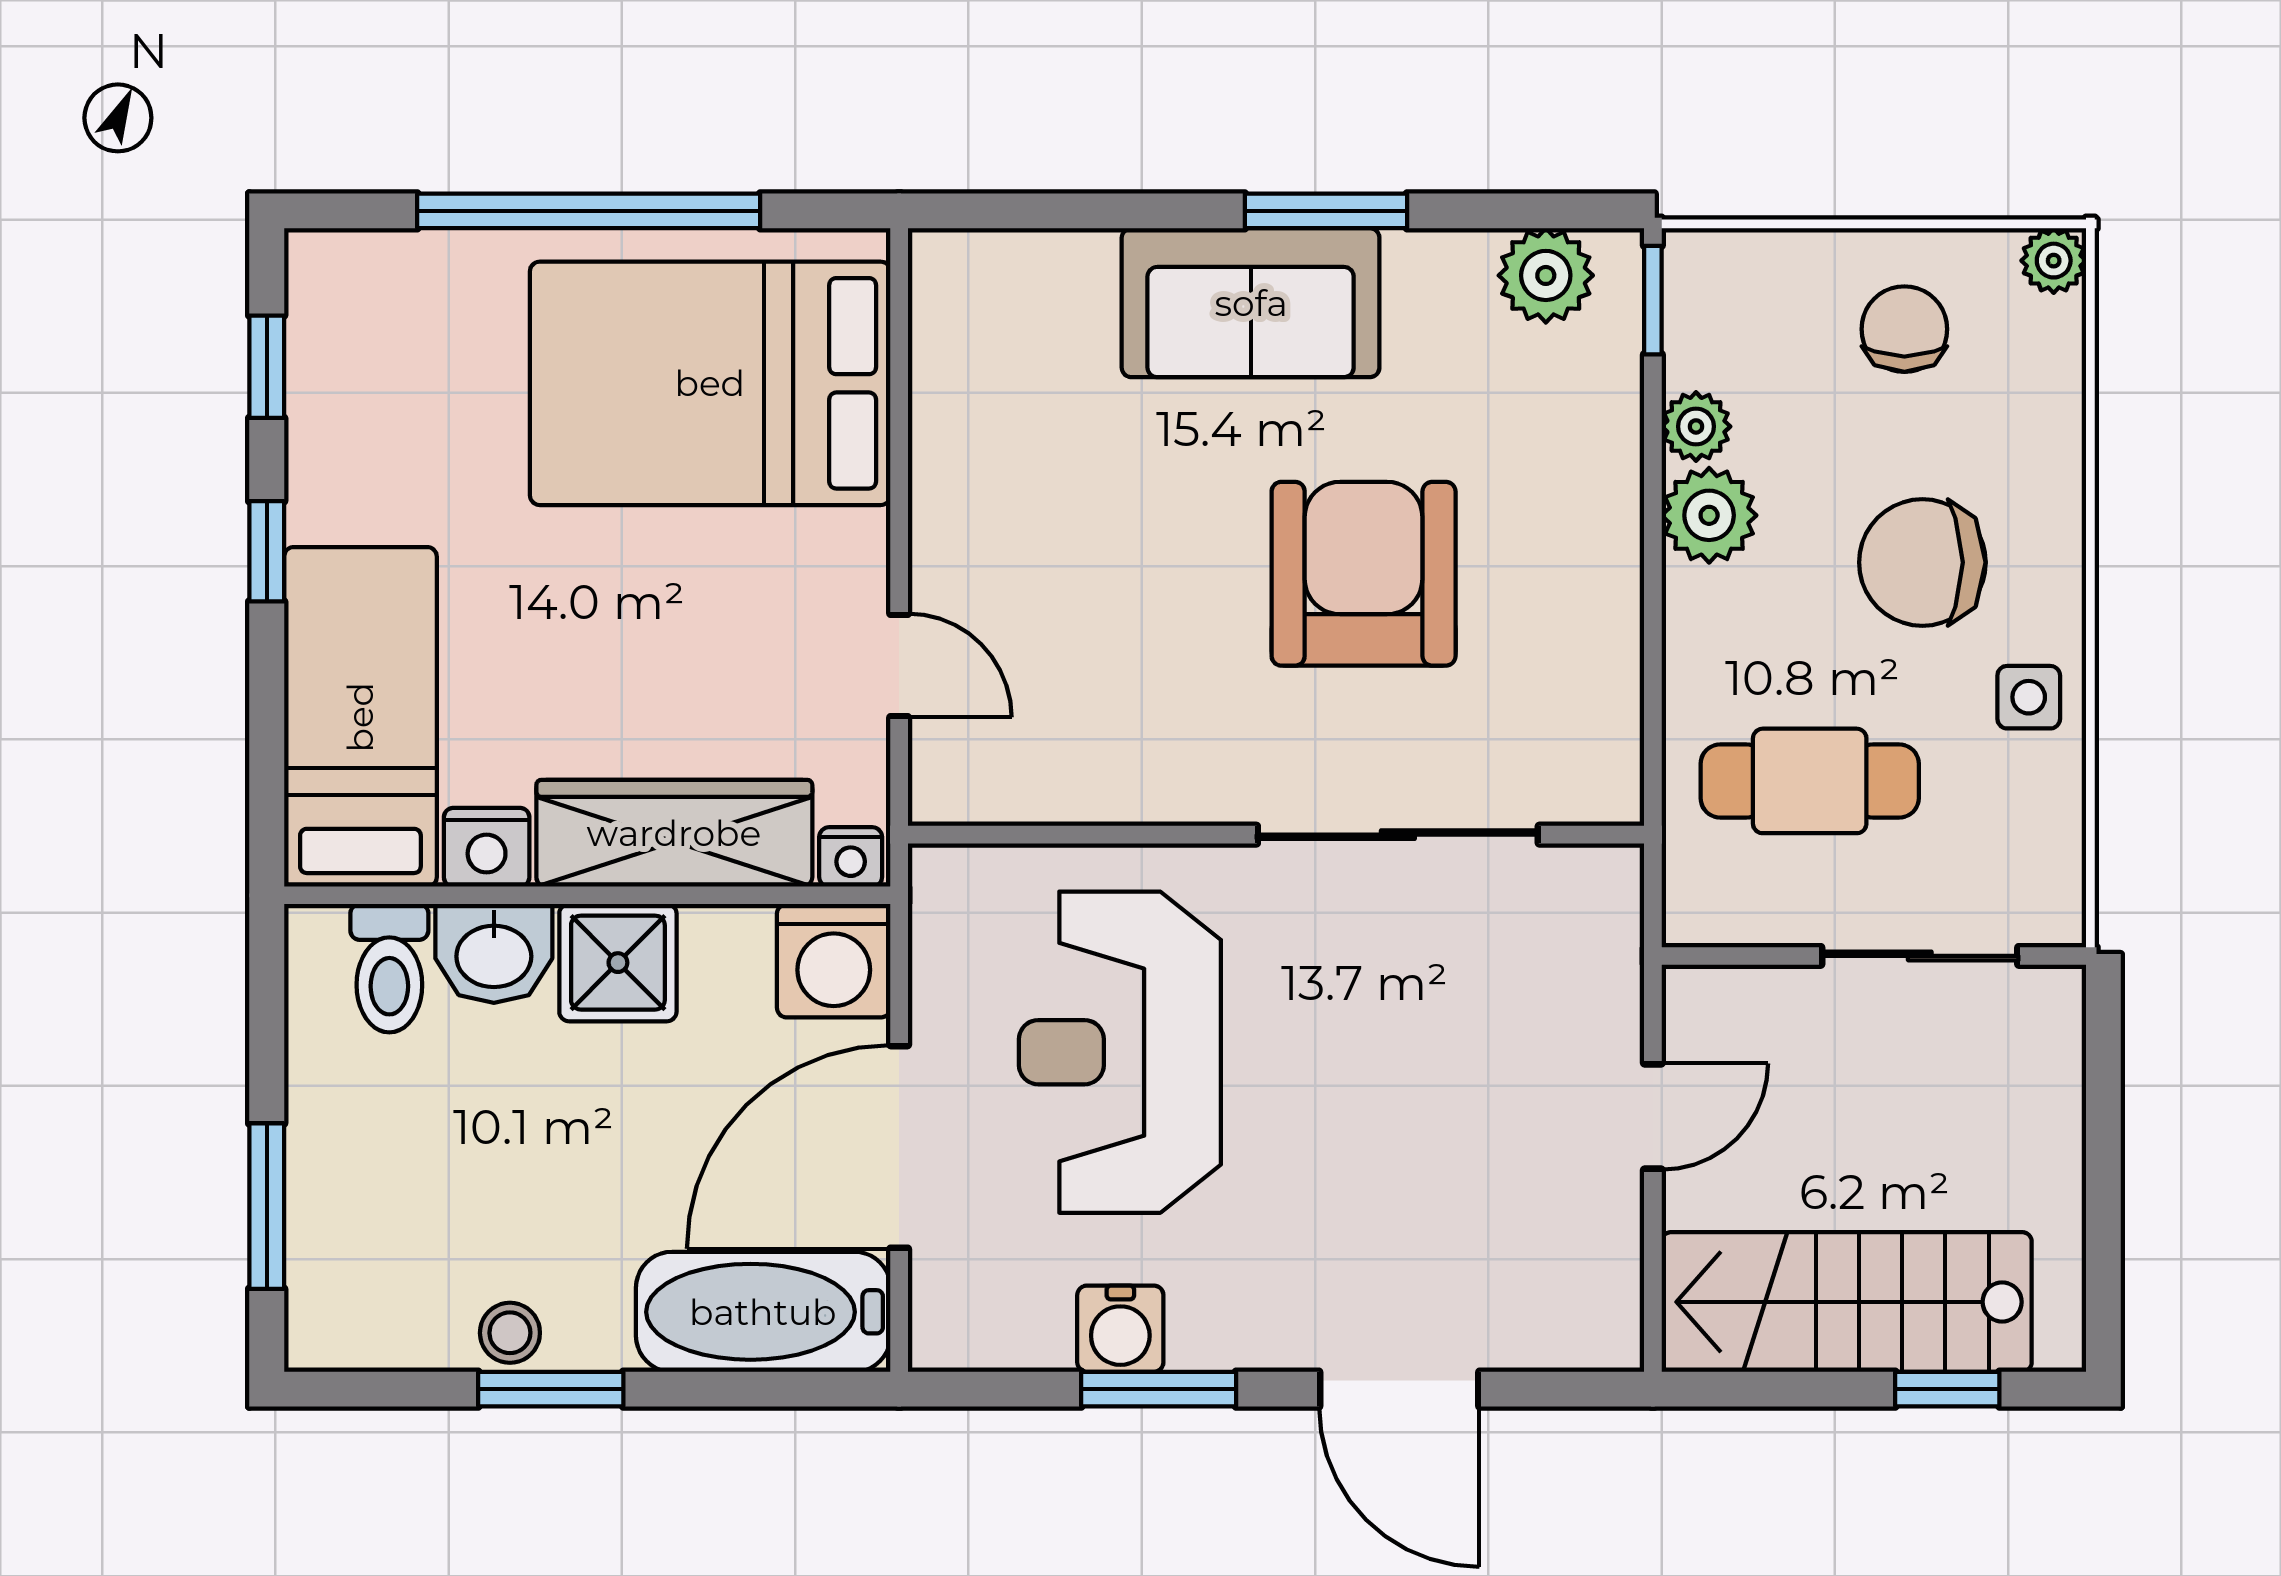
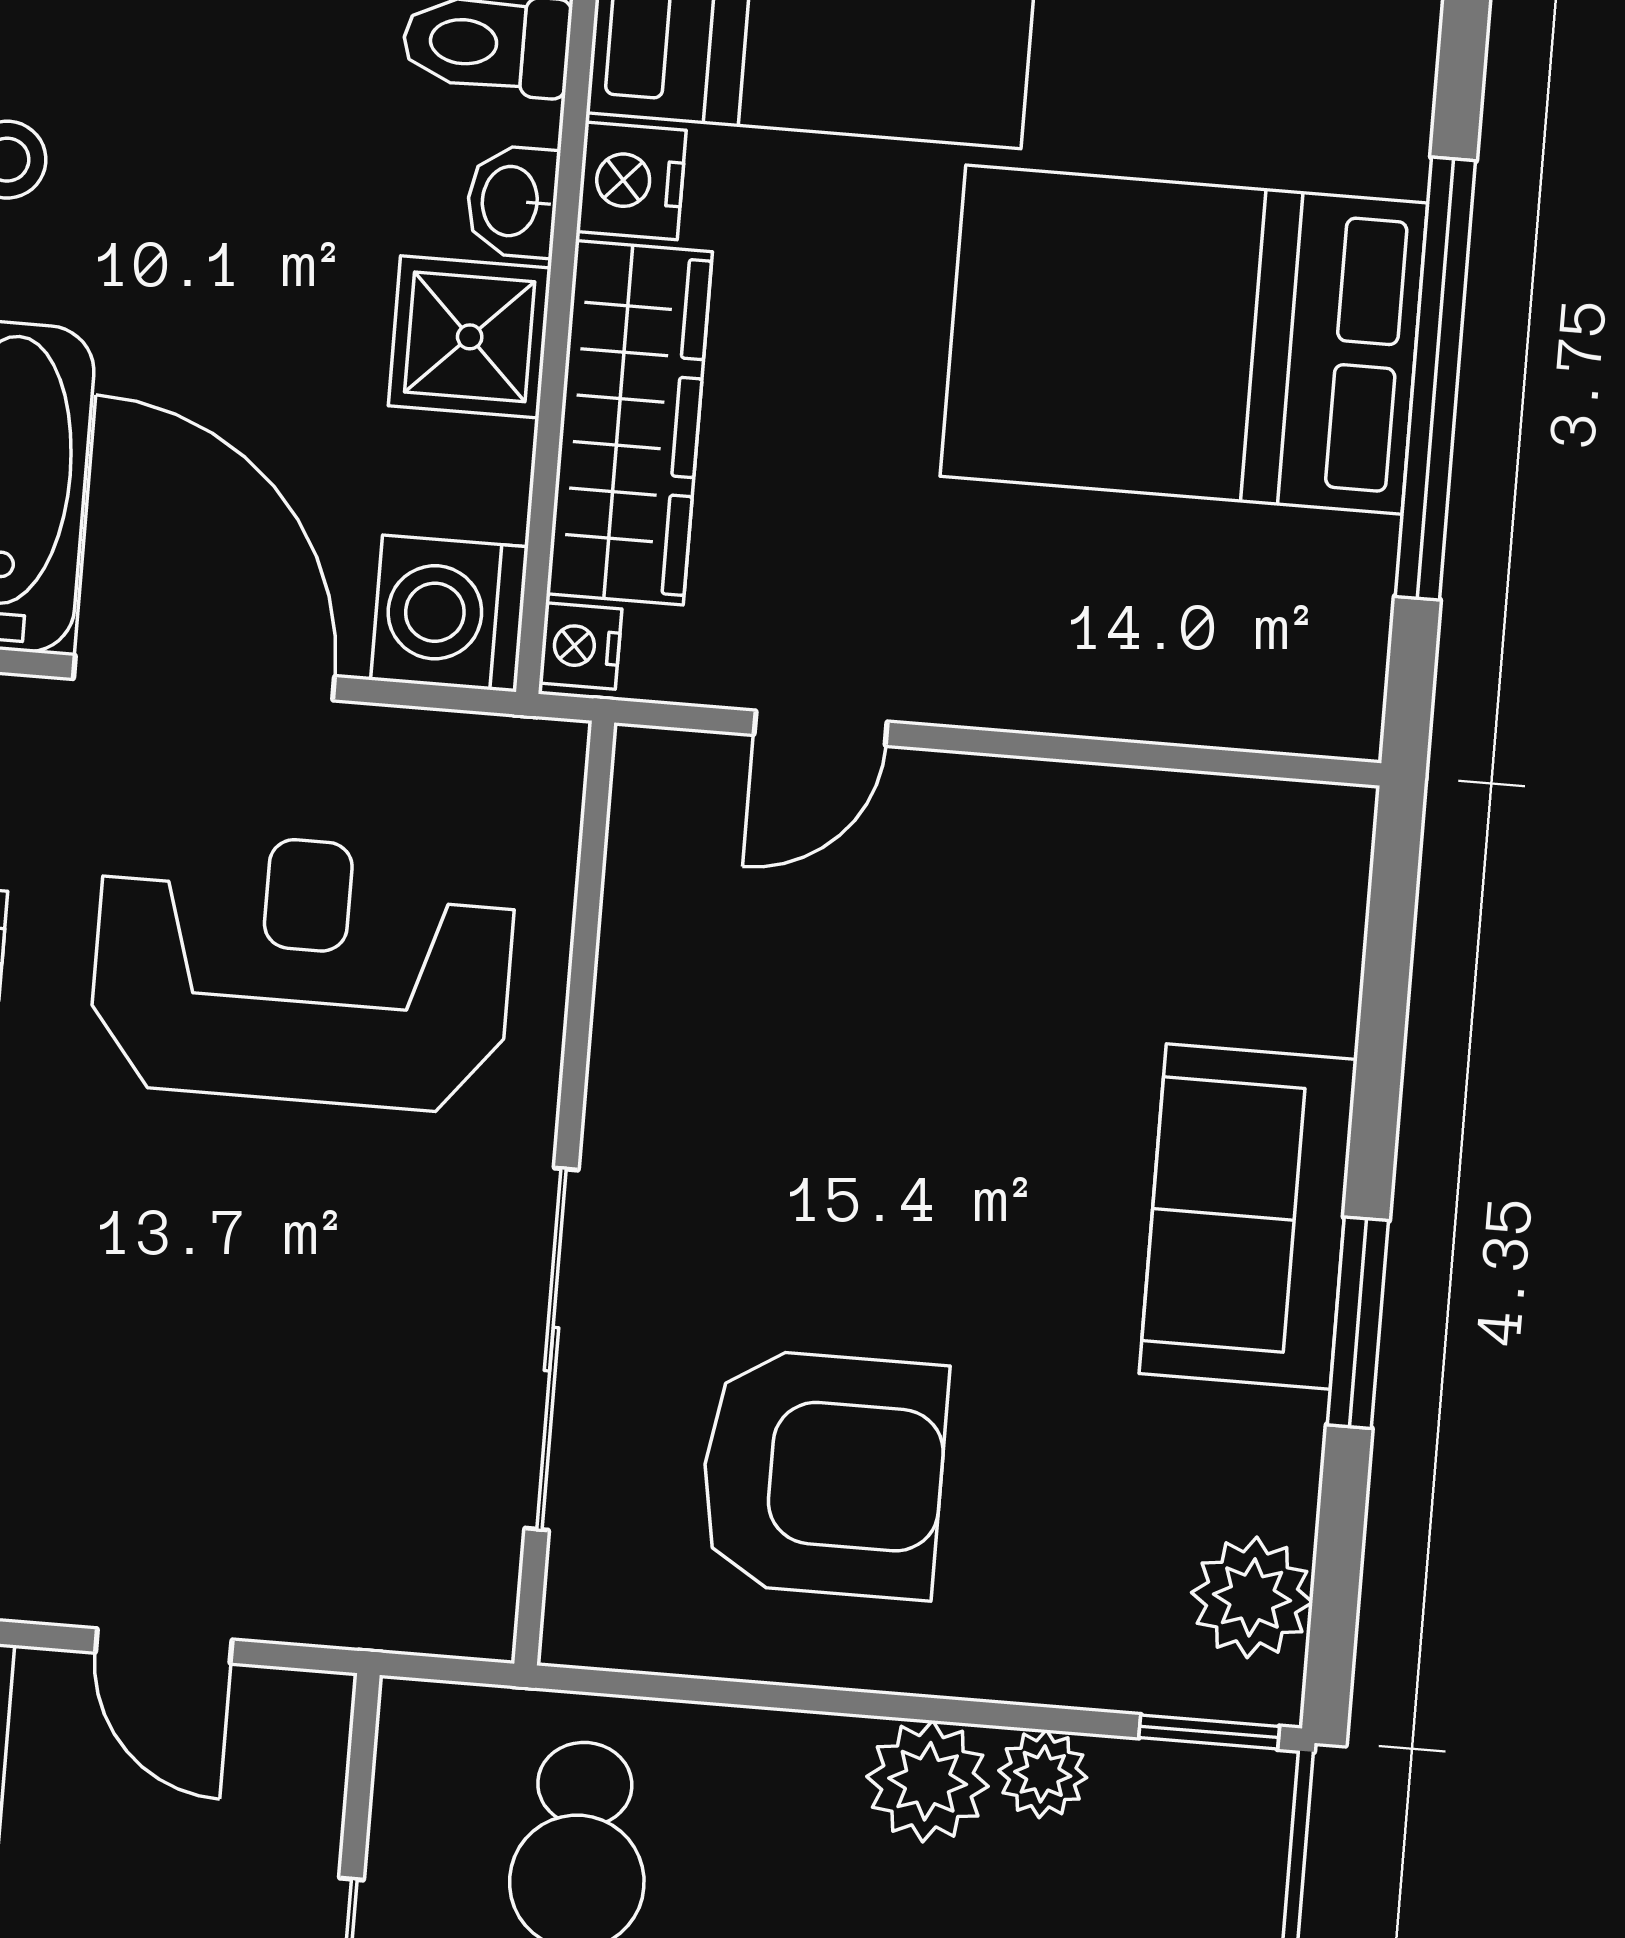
bed: (710, 383) -> (1184, 340), moved, turned -90
armchair: (1364, 574) -> (823, 1474), moved
washbasin: (494, 953) -> (512, 201), width x0.72, depth x0.69

